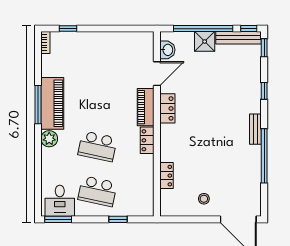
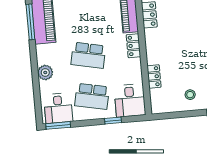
plant: (49, 139) -> (45, 73), moved
desk: (138, 199) -> (130, 100), added

